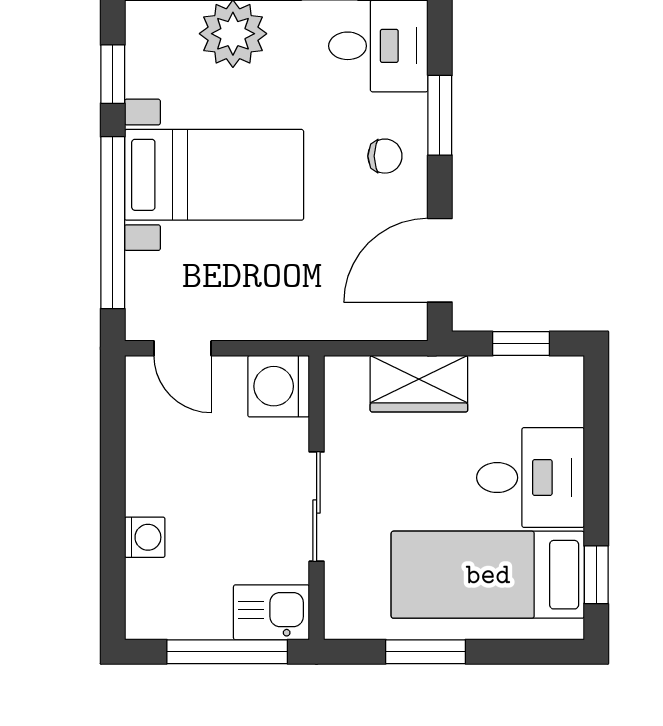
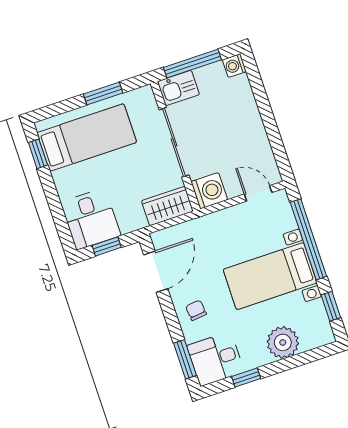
window: (440, 115) -> (185, 359), moved
chair: (385, 156) -> (196, 310), turned 84
wardrobe: (419, 384) -> (167, 206), moved
desk: (531, 478) -> (91, 219), moved, turned -90
sliding door: (317, 507) -> (174, 142), width x1.37
washing machine: (145, 537) -> (234, 66), moved

